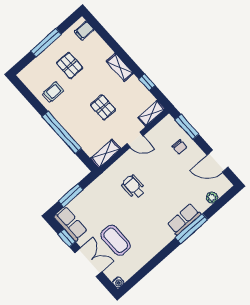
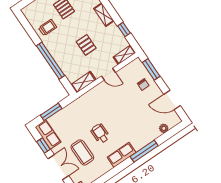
wheelchair: (134, 187) -> (100, 133), moved
row of seats: (184, 219) -> (122, 155), moved

